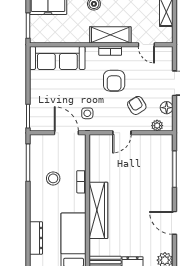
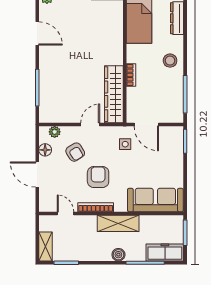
shelving: (110, 35) -> (118, 223), moved
bookcase: (110, 51) -> (96, 207), width x1.56
stool: (53, 178) -> (170, 61), moved
wardrobe: (98, 210) -> (114, 94), moved

